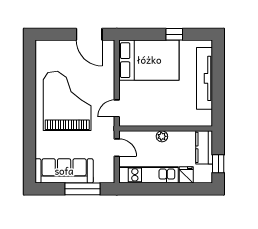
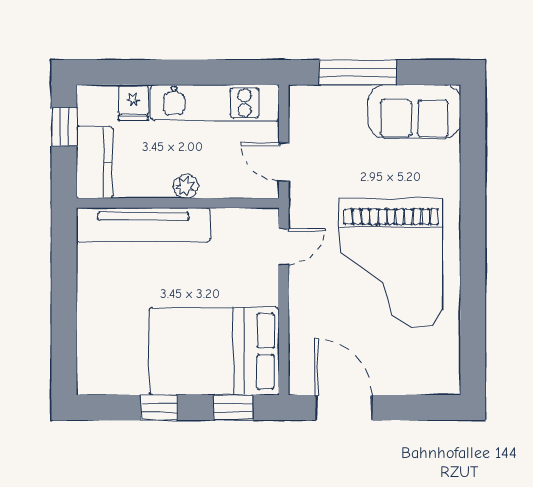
window: (140, 34) -> (233, 408), added
tv unit: (205, 78) -> (143, 225), moved, turned 90
sofa: (64, 171) -> (414, 111), width x0.73

